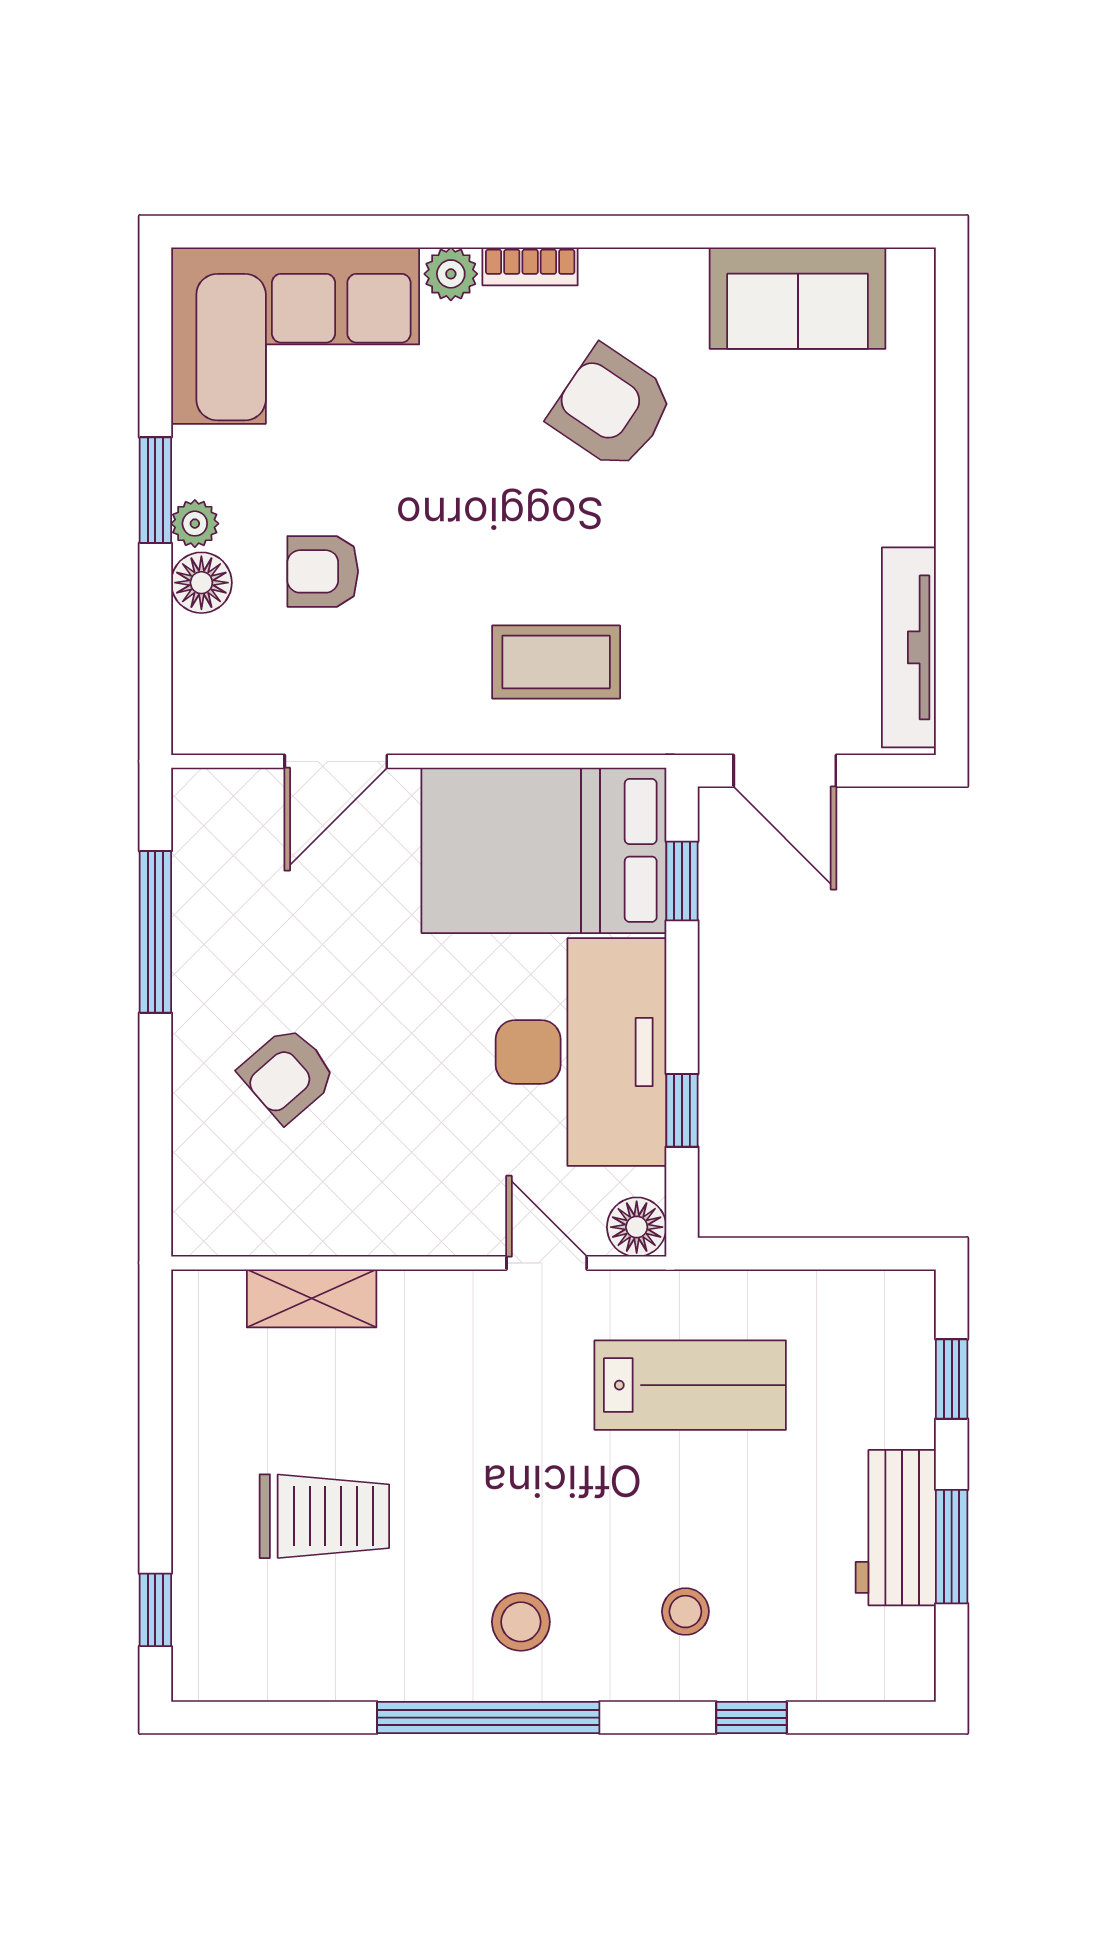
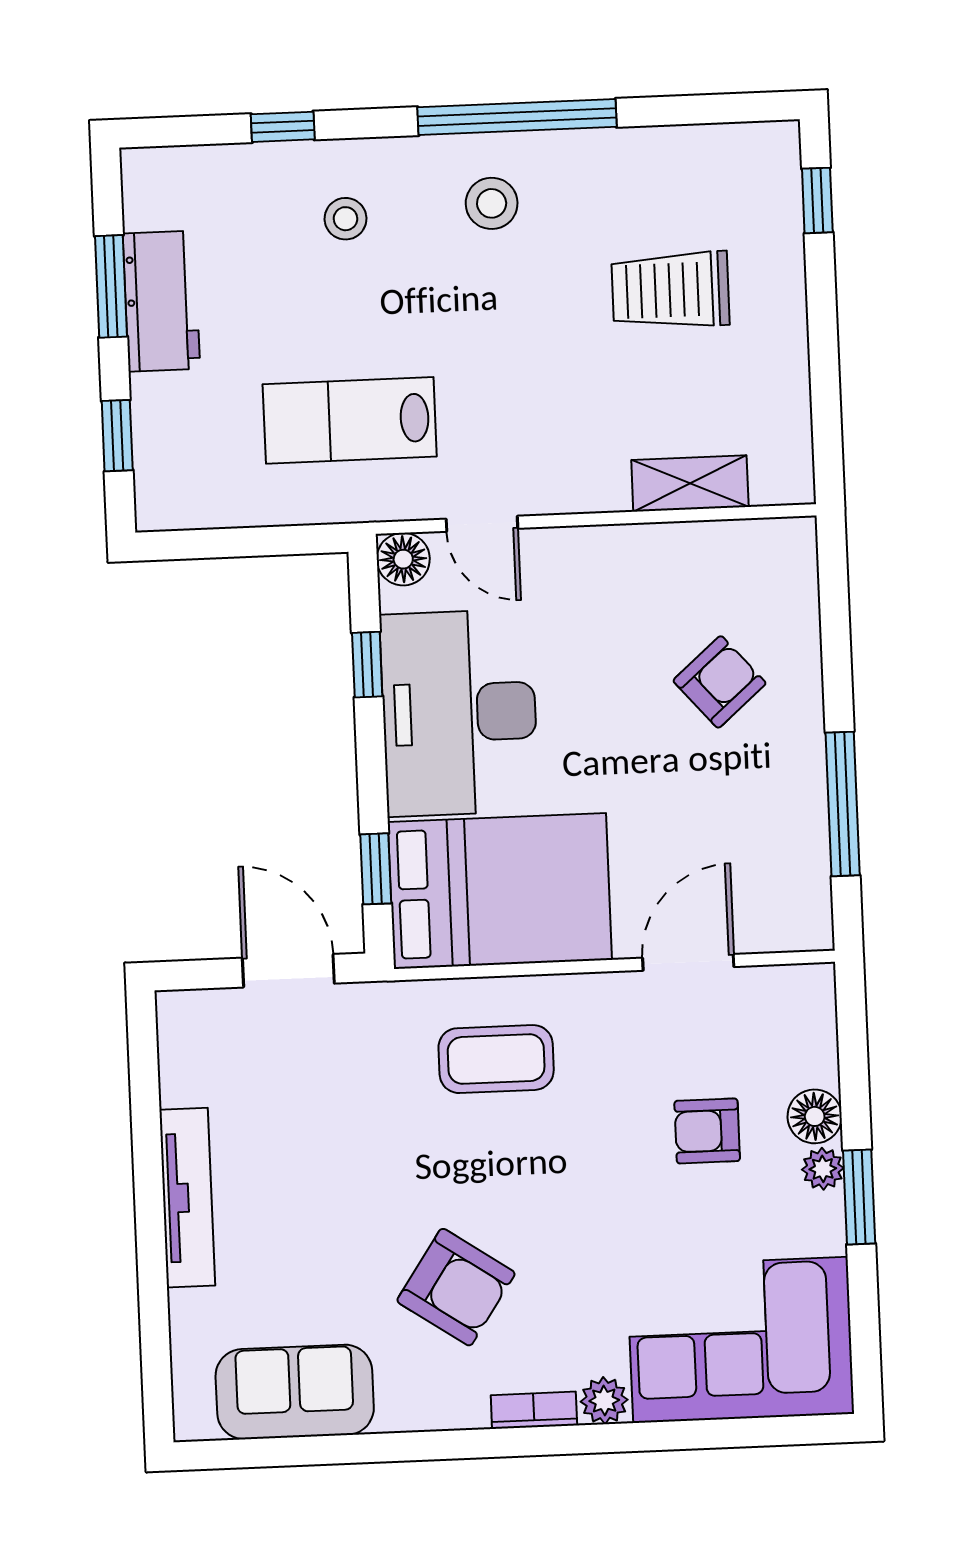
armchair: (323, 571) -> (707, 1131), turned 180
tv unit: (909, 647) -> (187, 1198), moved

